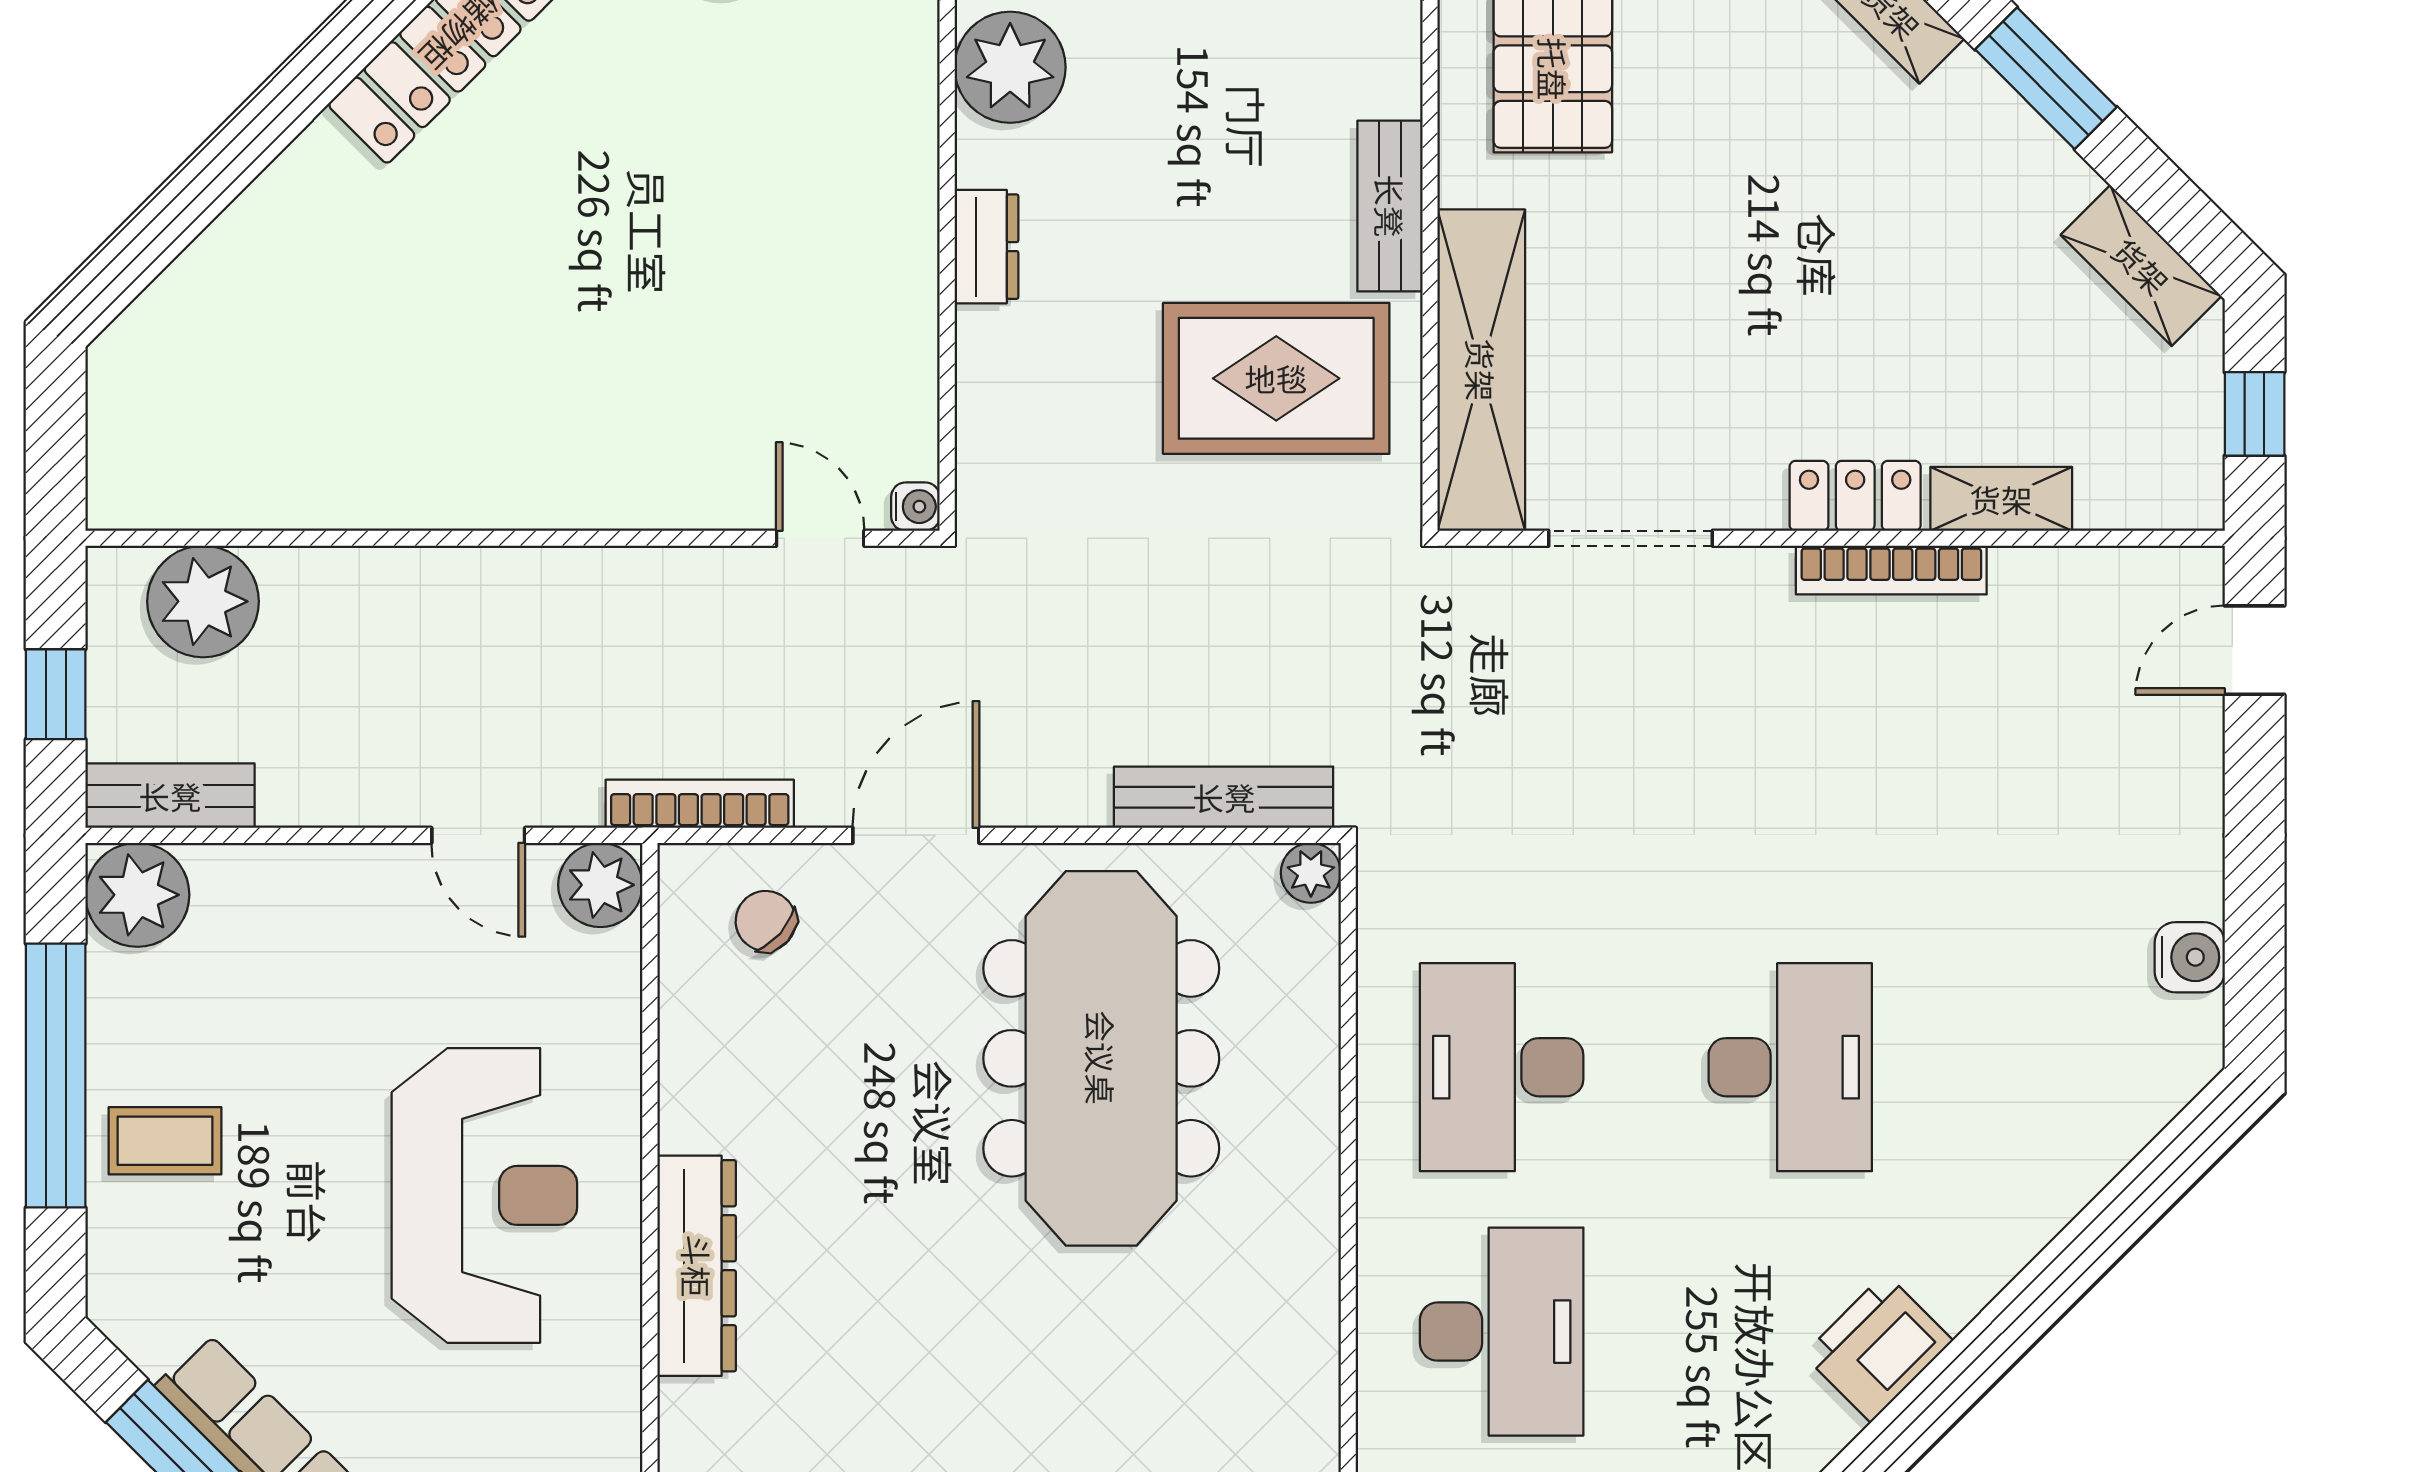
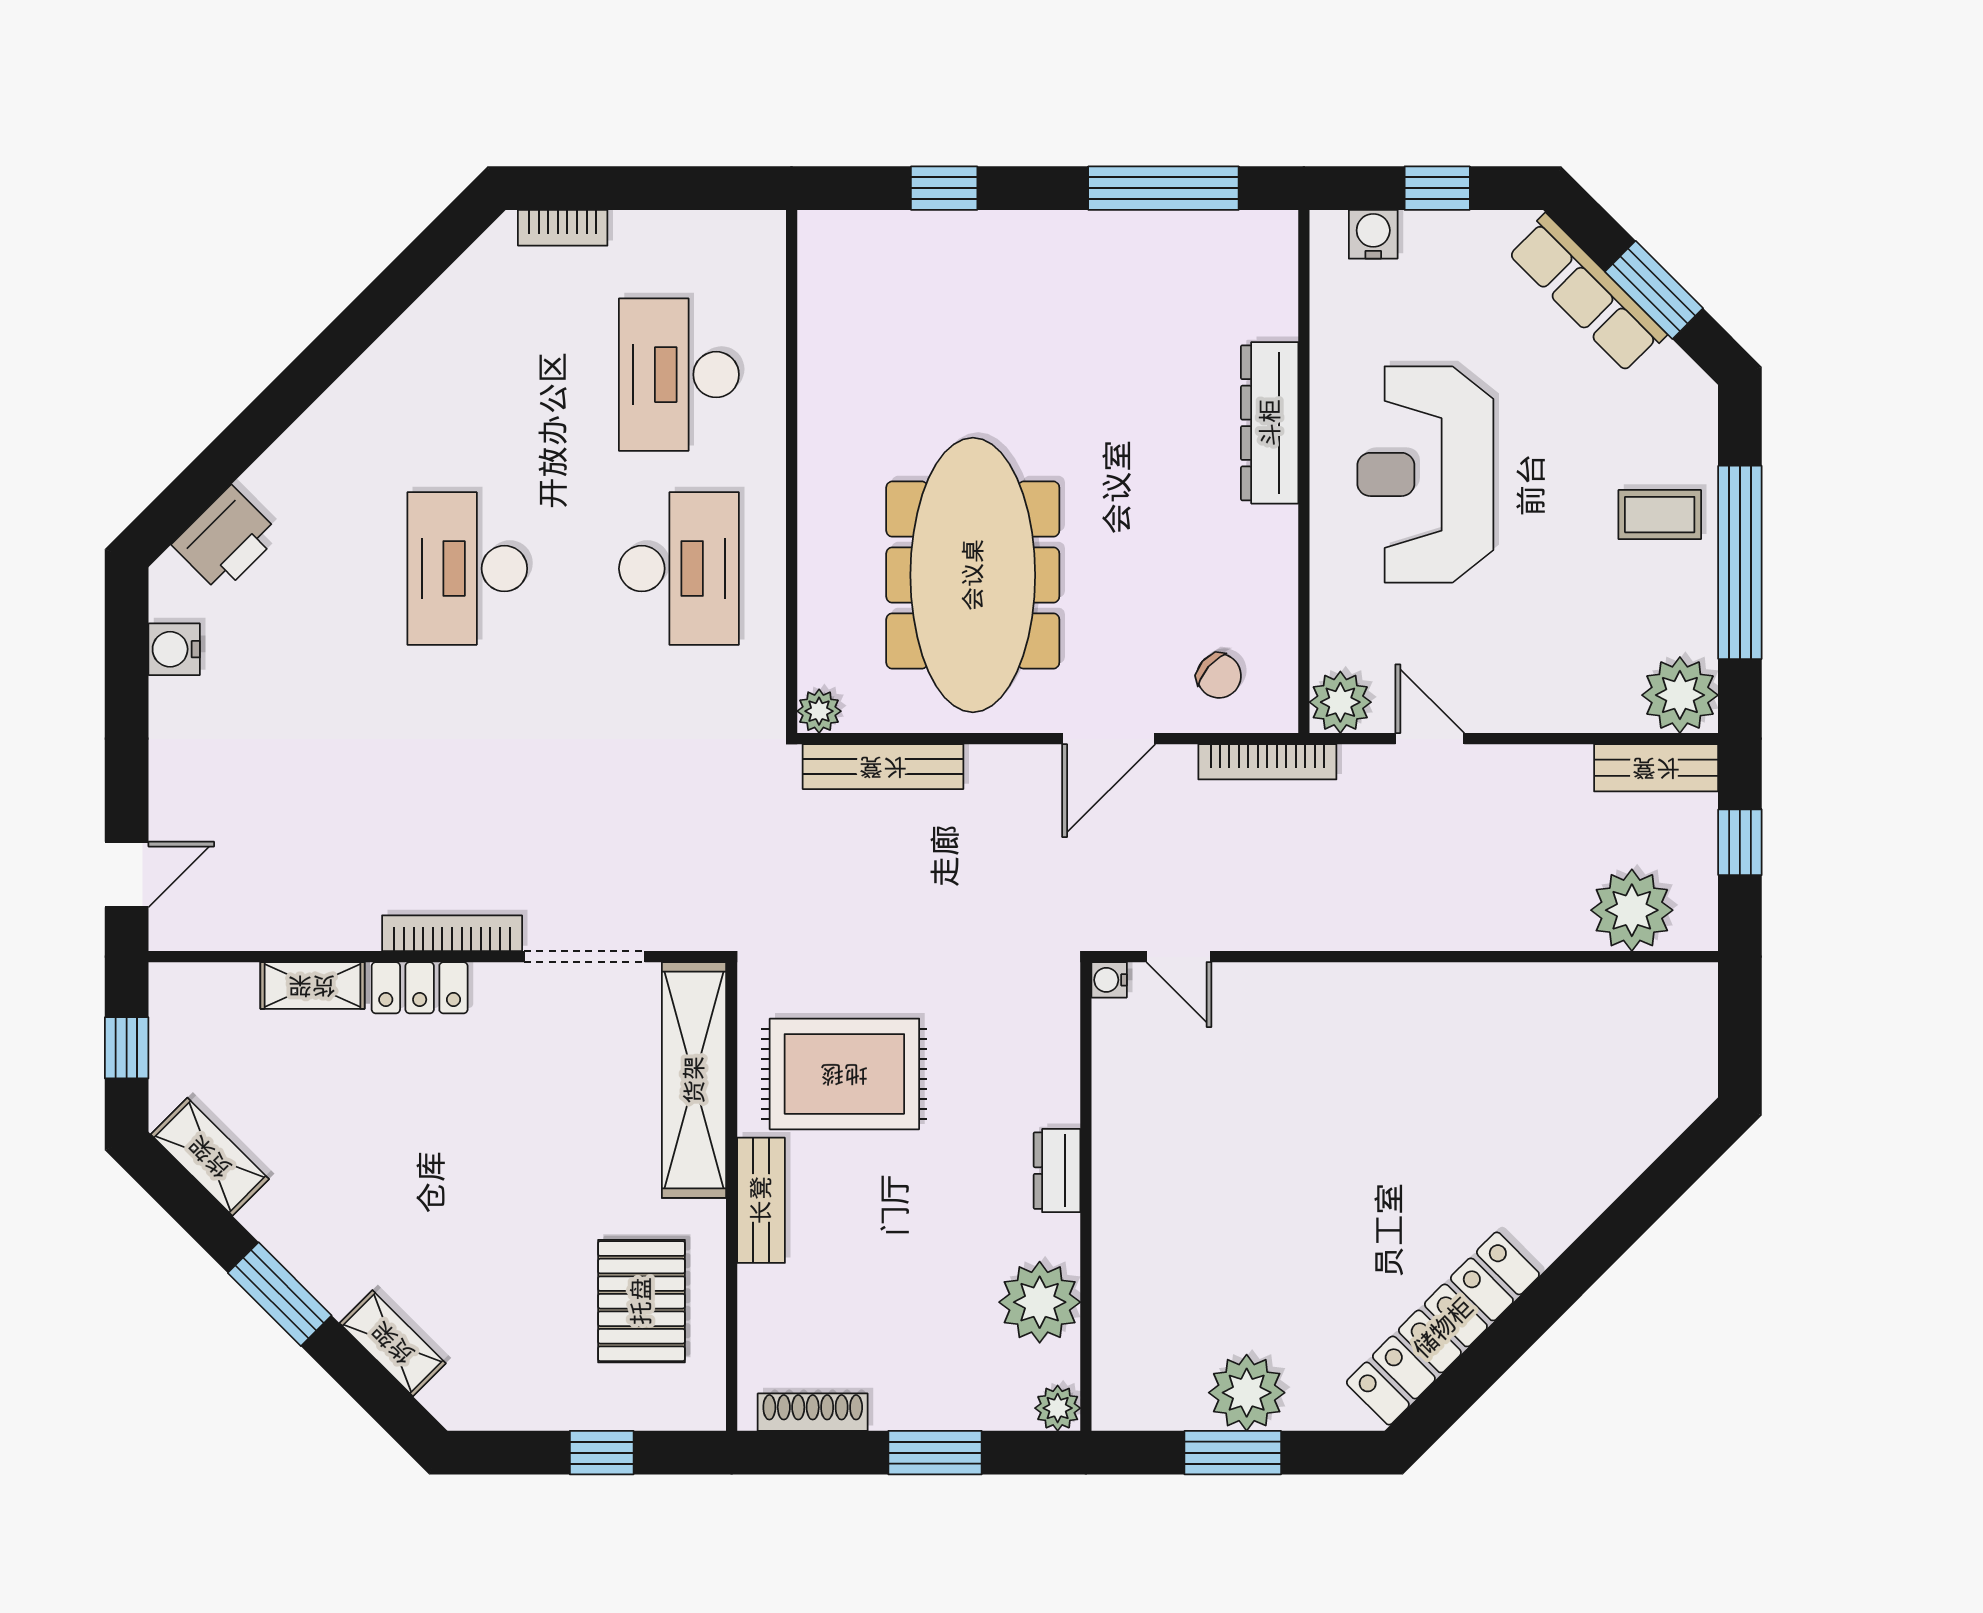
bookcase: (1891, 570) -> (452, 933), moved
printer: (1878, 1348) -> (226, 539), moved

